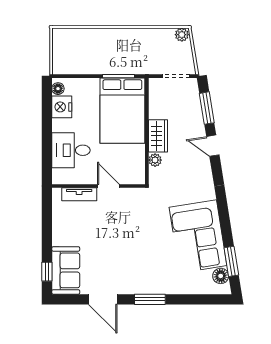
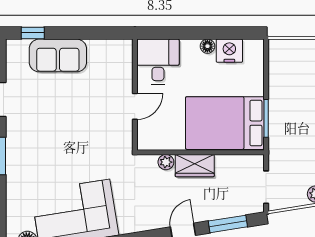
floor lamp: (58, 89) -> (207, 46), moved
desk: (71, 150) -> (158, 62), moved
tv unit: (79, 194) -> (125, 71), removed
sofa: (66, 270) -> (58, 55), moved

